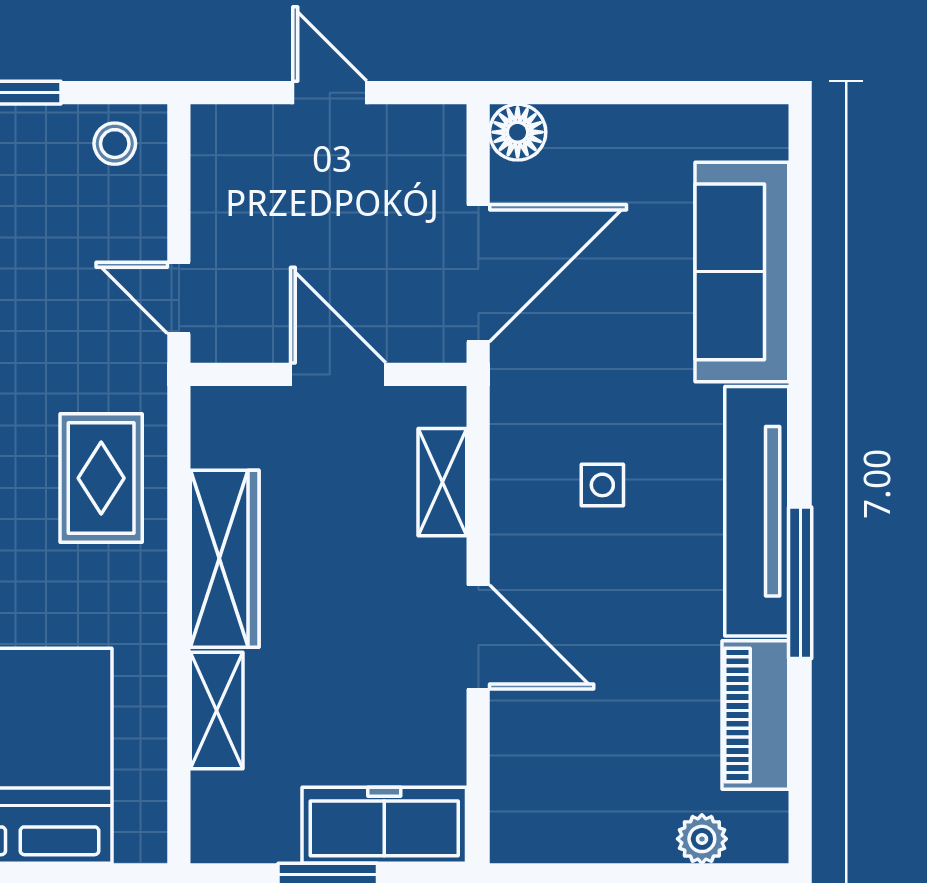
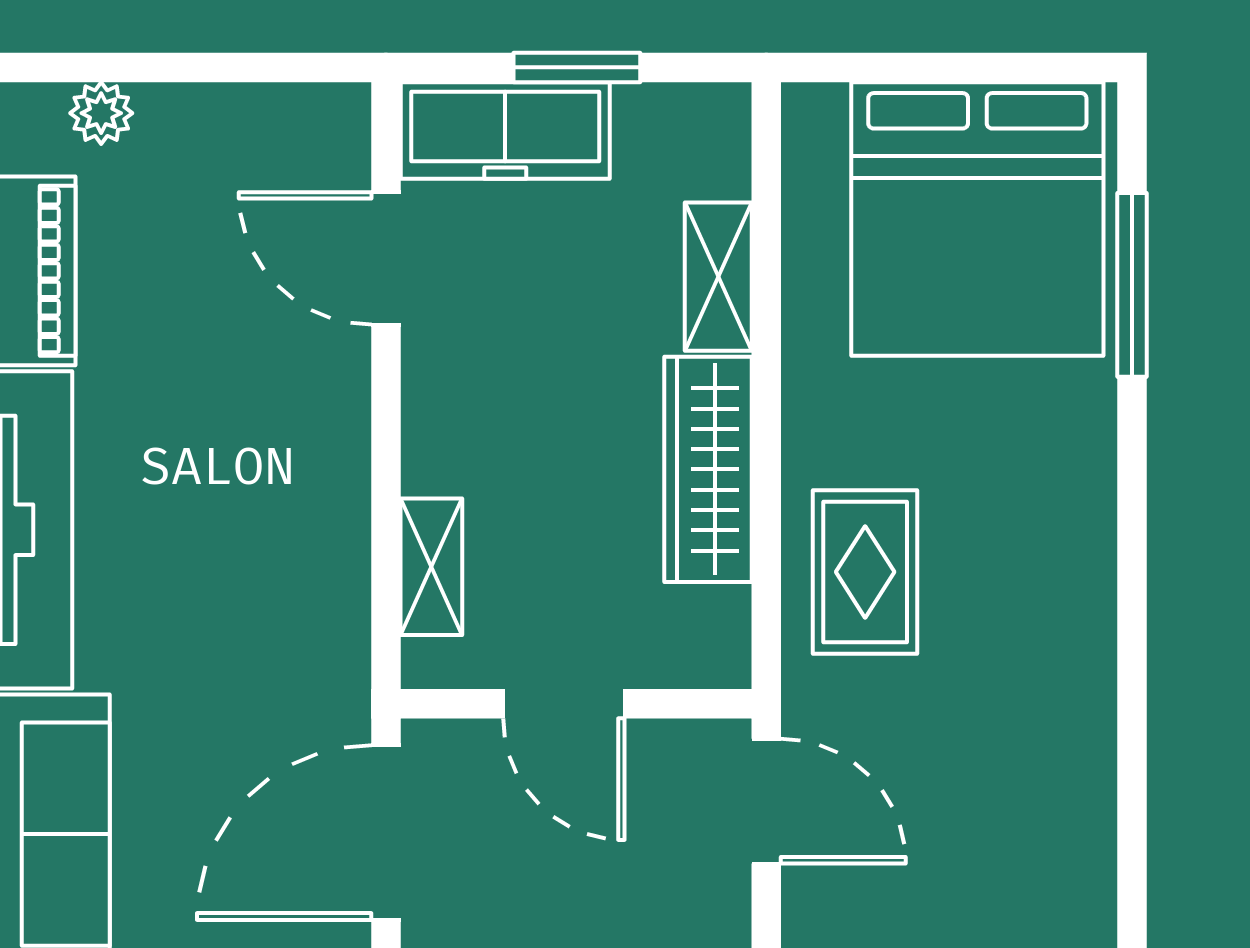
door: (179, 298) -> (766, 801), width x1.38
side table: (602, 485) -> (228, 563), removed
door: (478, 637) -> (386, 258), moved

